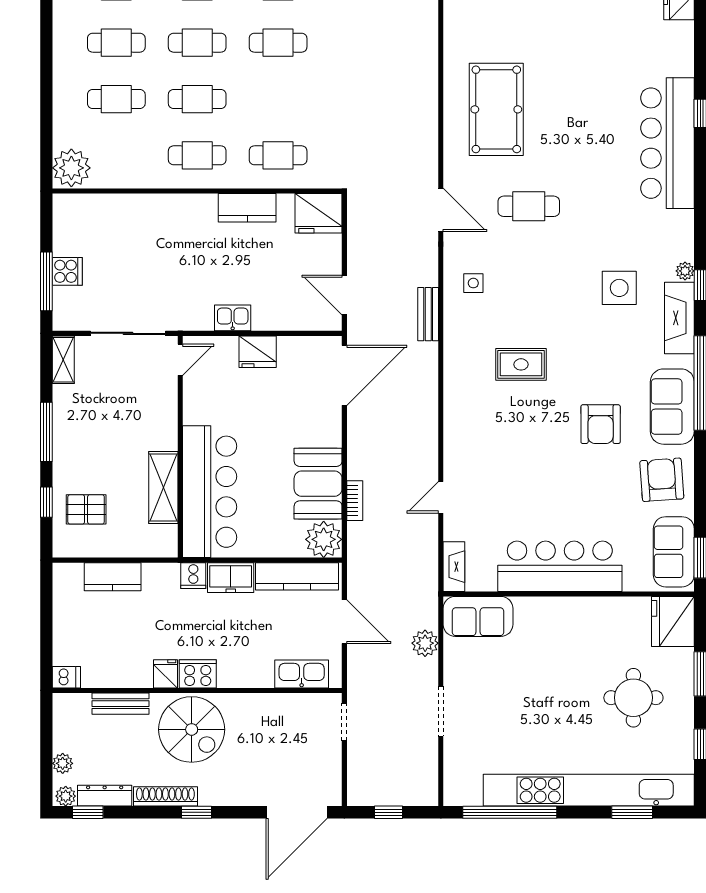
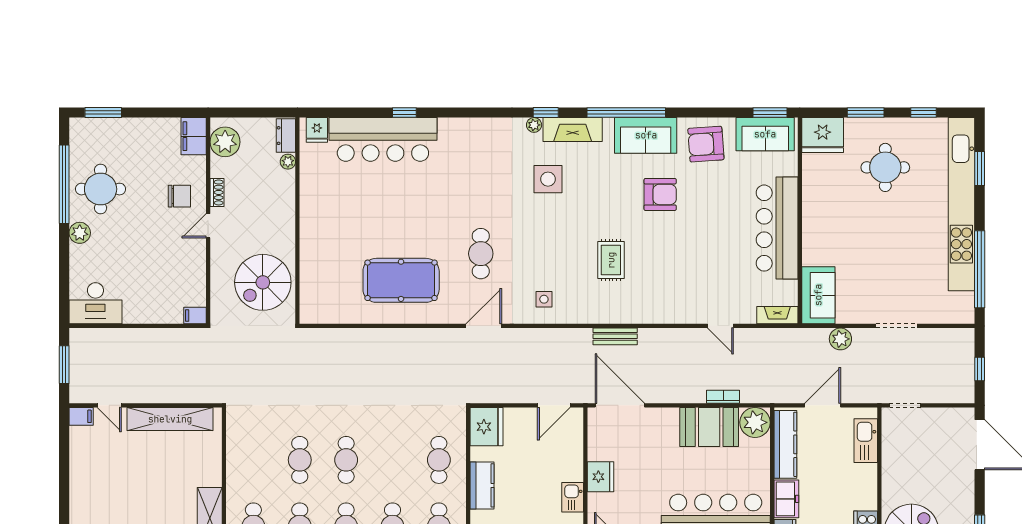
bar counter: (667, 143) -> (383, 139), moved
bench: (428, 314) -> (615, 336), moved

